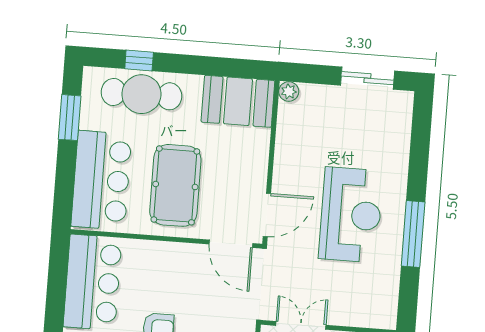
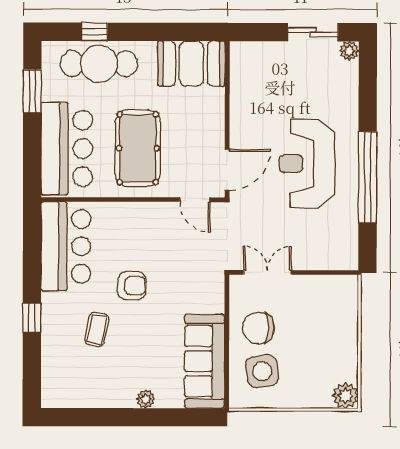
plant: (289, 92) -> (349, 51), moved
reception desk: (351, 215) -> (307, 164), turned 180
window: (413, 234) -> (368, 177), width x1.46
door: (231, 244) -> (195, 200), width x0.73

